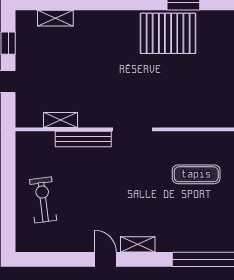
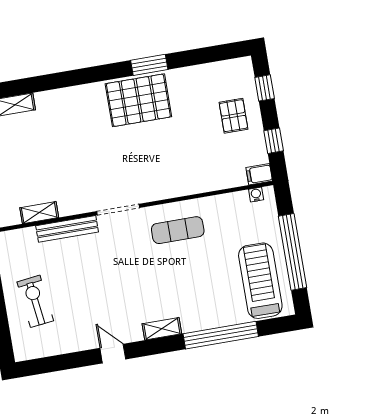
exercise mat: (196, 174) -> (178, 230), moved
shelving: (138, 244) -> (162, 329), moved

